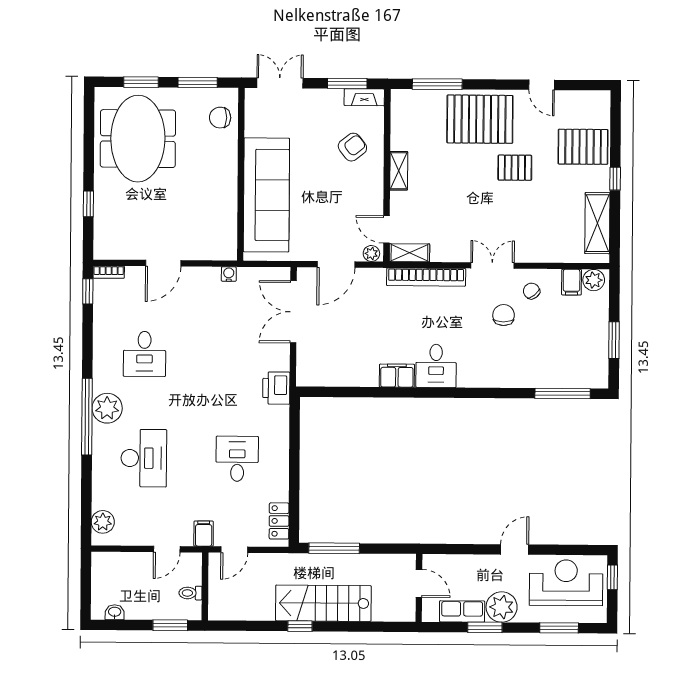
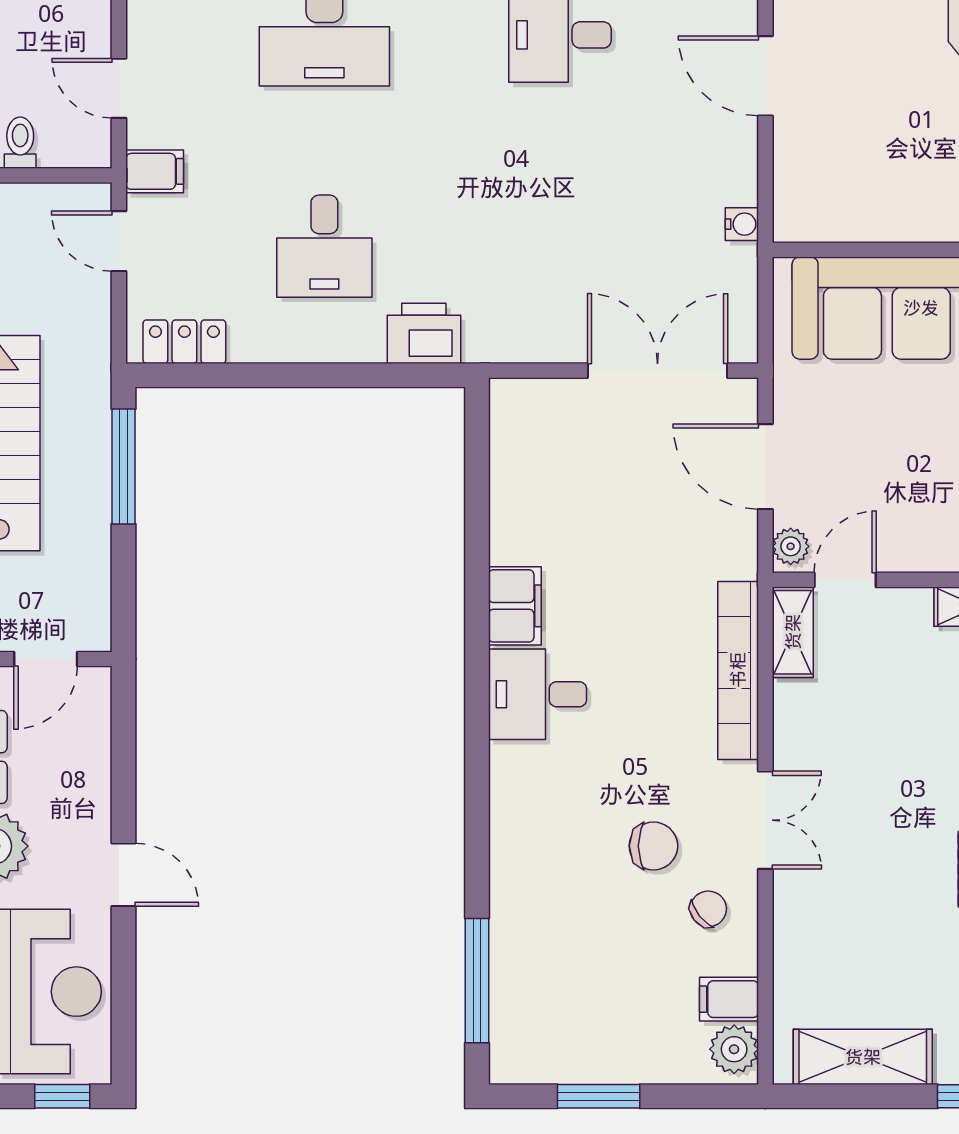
printer: (276, 388) -> (424, 333), moved
desk: (237, 459) -> (324, 246), turned 90

